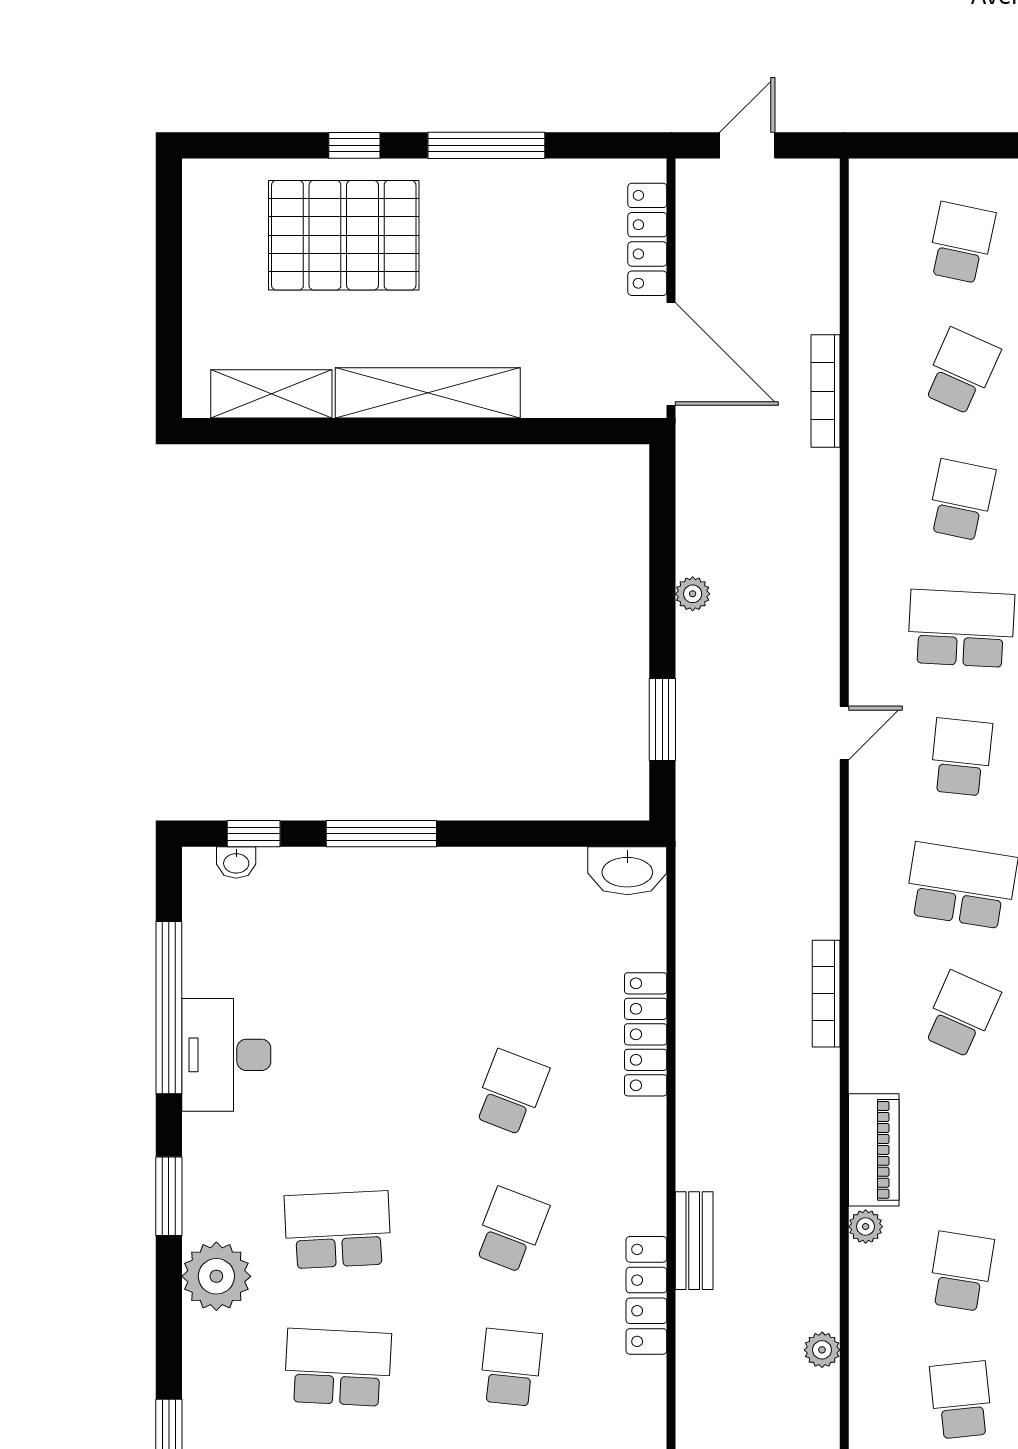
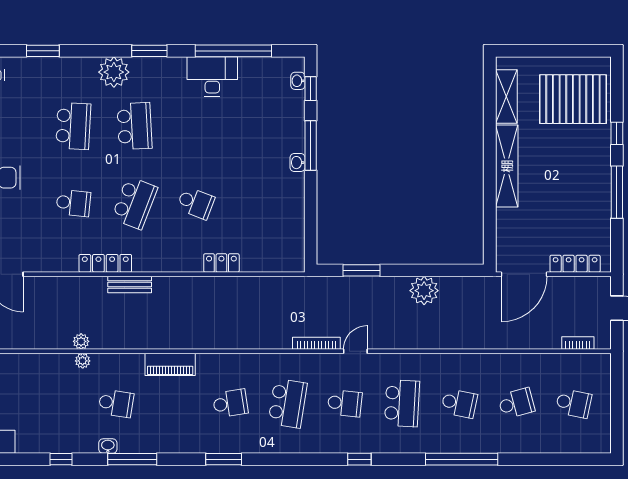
pallet: (344, 235) -> (573, 99), moved, turned 90
school desk: (961, 371) -> (516, 403), turned -39
bookcase: (825, 391) -> (578, 343), moved, width x0.64
plant: (693, 594) -> (424, 291), width x1.88, depth x1.88
door: (844, 733) -> (355, 351), swing flipped
washbasin: (627, 871) -> (297, 163), moved, width x0.52, depth x0.69
bookcase: (826, 994) -> (316, 343), moved
school desk: (961, 1014) -> (230, 403), turned -33
locker: (646, 1034) -> (221, 263), width x0.66
plant: (866, 1227) -> (83, 361), moved
school desk: (511, 1230) -> (134, 203), width x1.85
school desk: (961, 1400) -> (59, 403), removed

